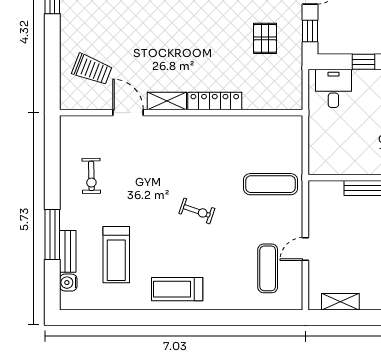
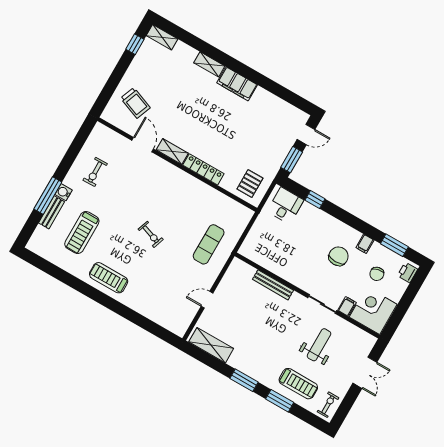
window: (310, 31) -> (292, 160), width x1.50
pallet: (265, 38) -> (250, 184), moved
exercise mat: (270, 184) -> (209, 244), turned 90
exercise mat: (268, 268) -> (175, 298), removed
water cooler: (68, 283) -> (64, 192), moved
shelving: (340, 302) -> (211, 345), width x1.50, depth x1.33

